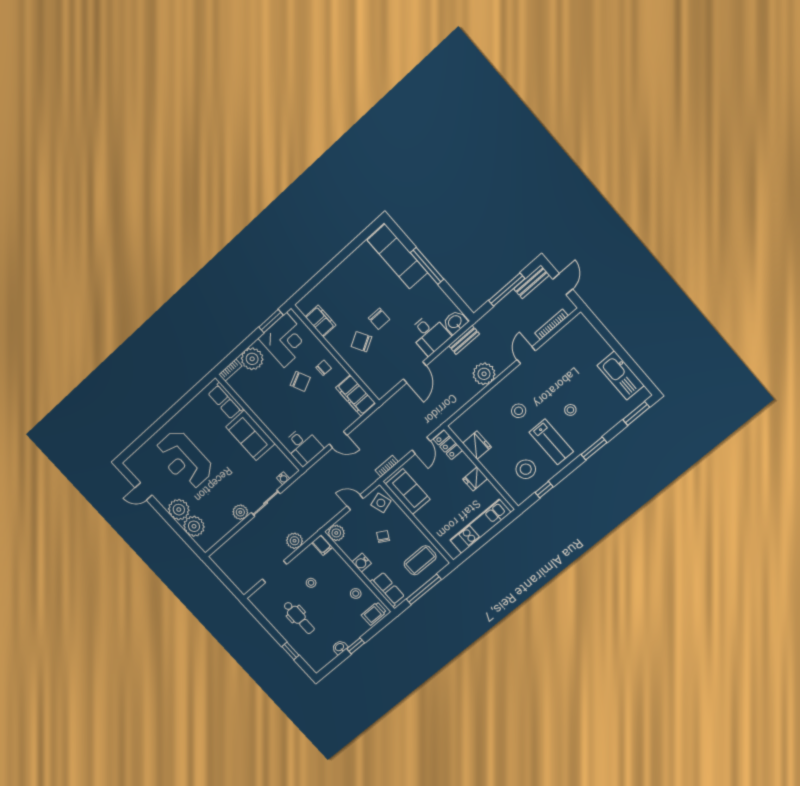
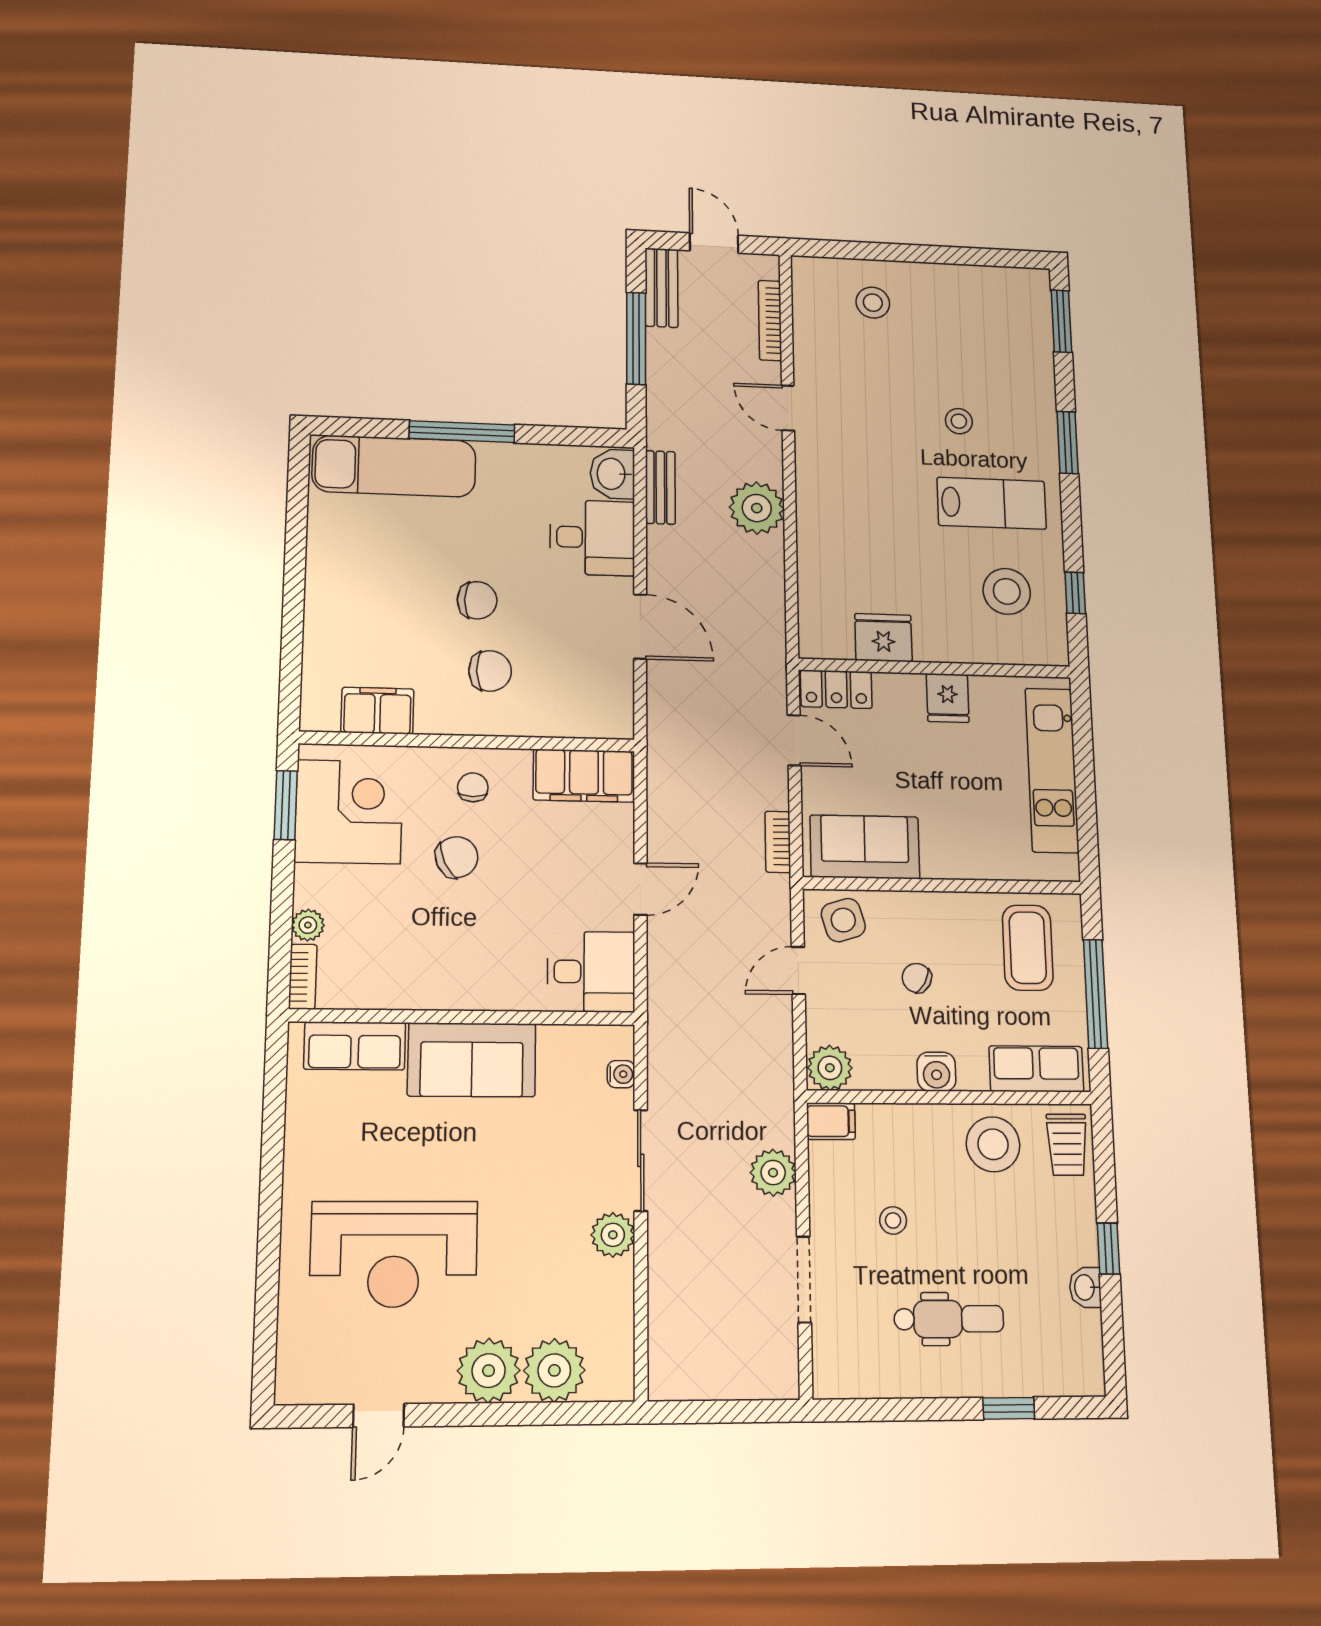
chair: (361, 342) -> (490, 671), turned -153
plant: (252, 359) -> (308, 925), width x0.53, depth x0.53
kitchen sink: (621, 375) -> (968, 289), removed
stool: (519, 411) -> (873, 303), moved
stool: (356, 593) -> (993, 1144), width x1.89, depth x1.89

